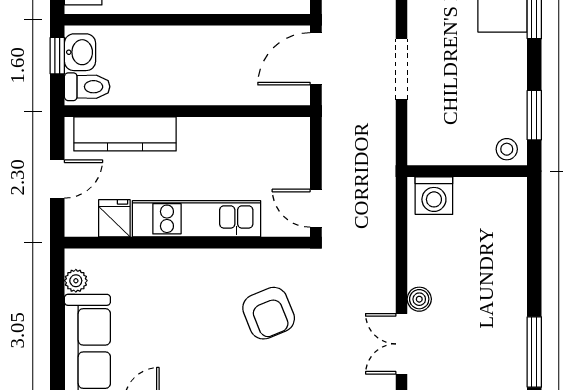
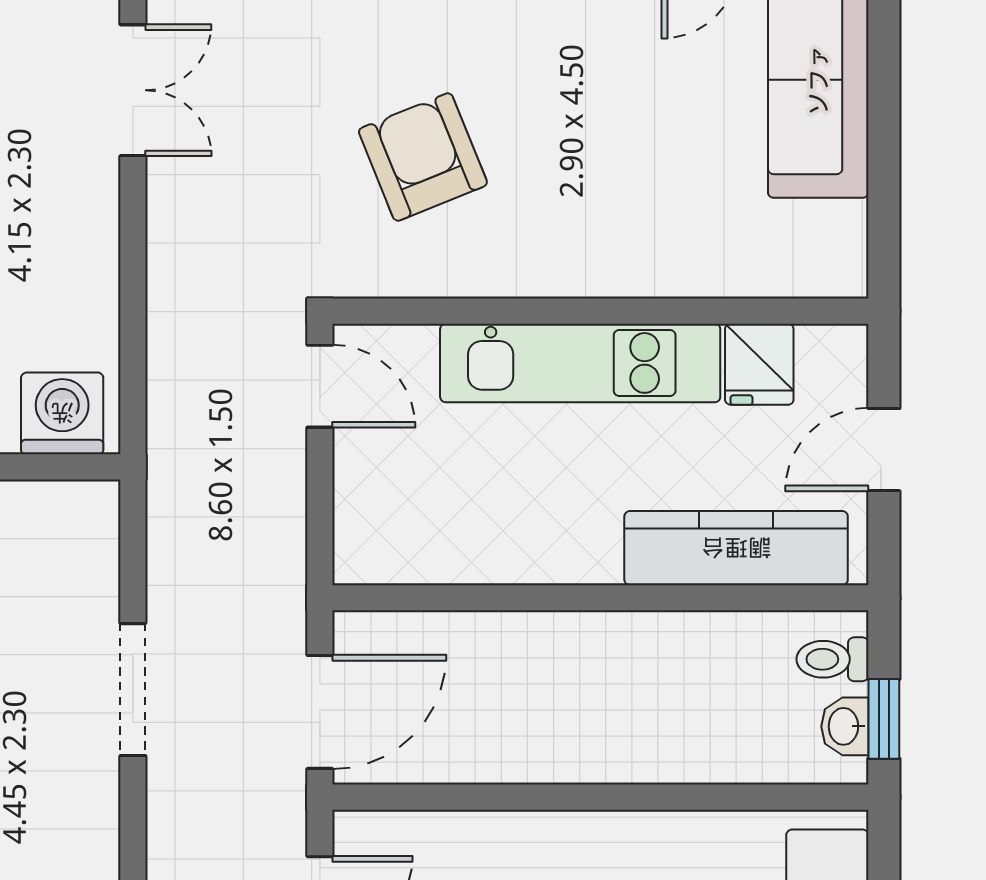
washbasin: (80, 52) -> (845, 726), width x0.72, depth x0.69
toilet: (87, 87) -> (832, 659), width x0.73, depth x0.72
plant: (76, 281) -> (843, 228), removed
boiler: (419, 299) -> (94, 188), removed

